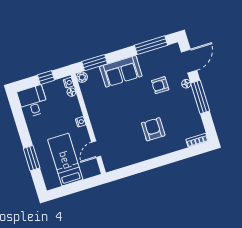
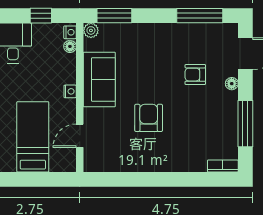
sofa: (121, 71) -> (99, 79), moved, turned -90
window: (200, 97) -> (245, 124), moved
armchair: (153, 129) -> (149, 118), moved

